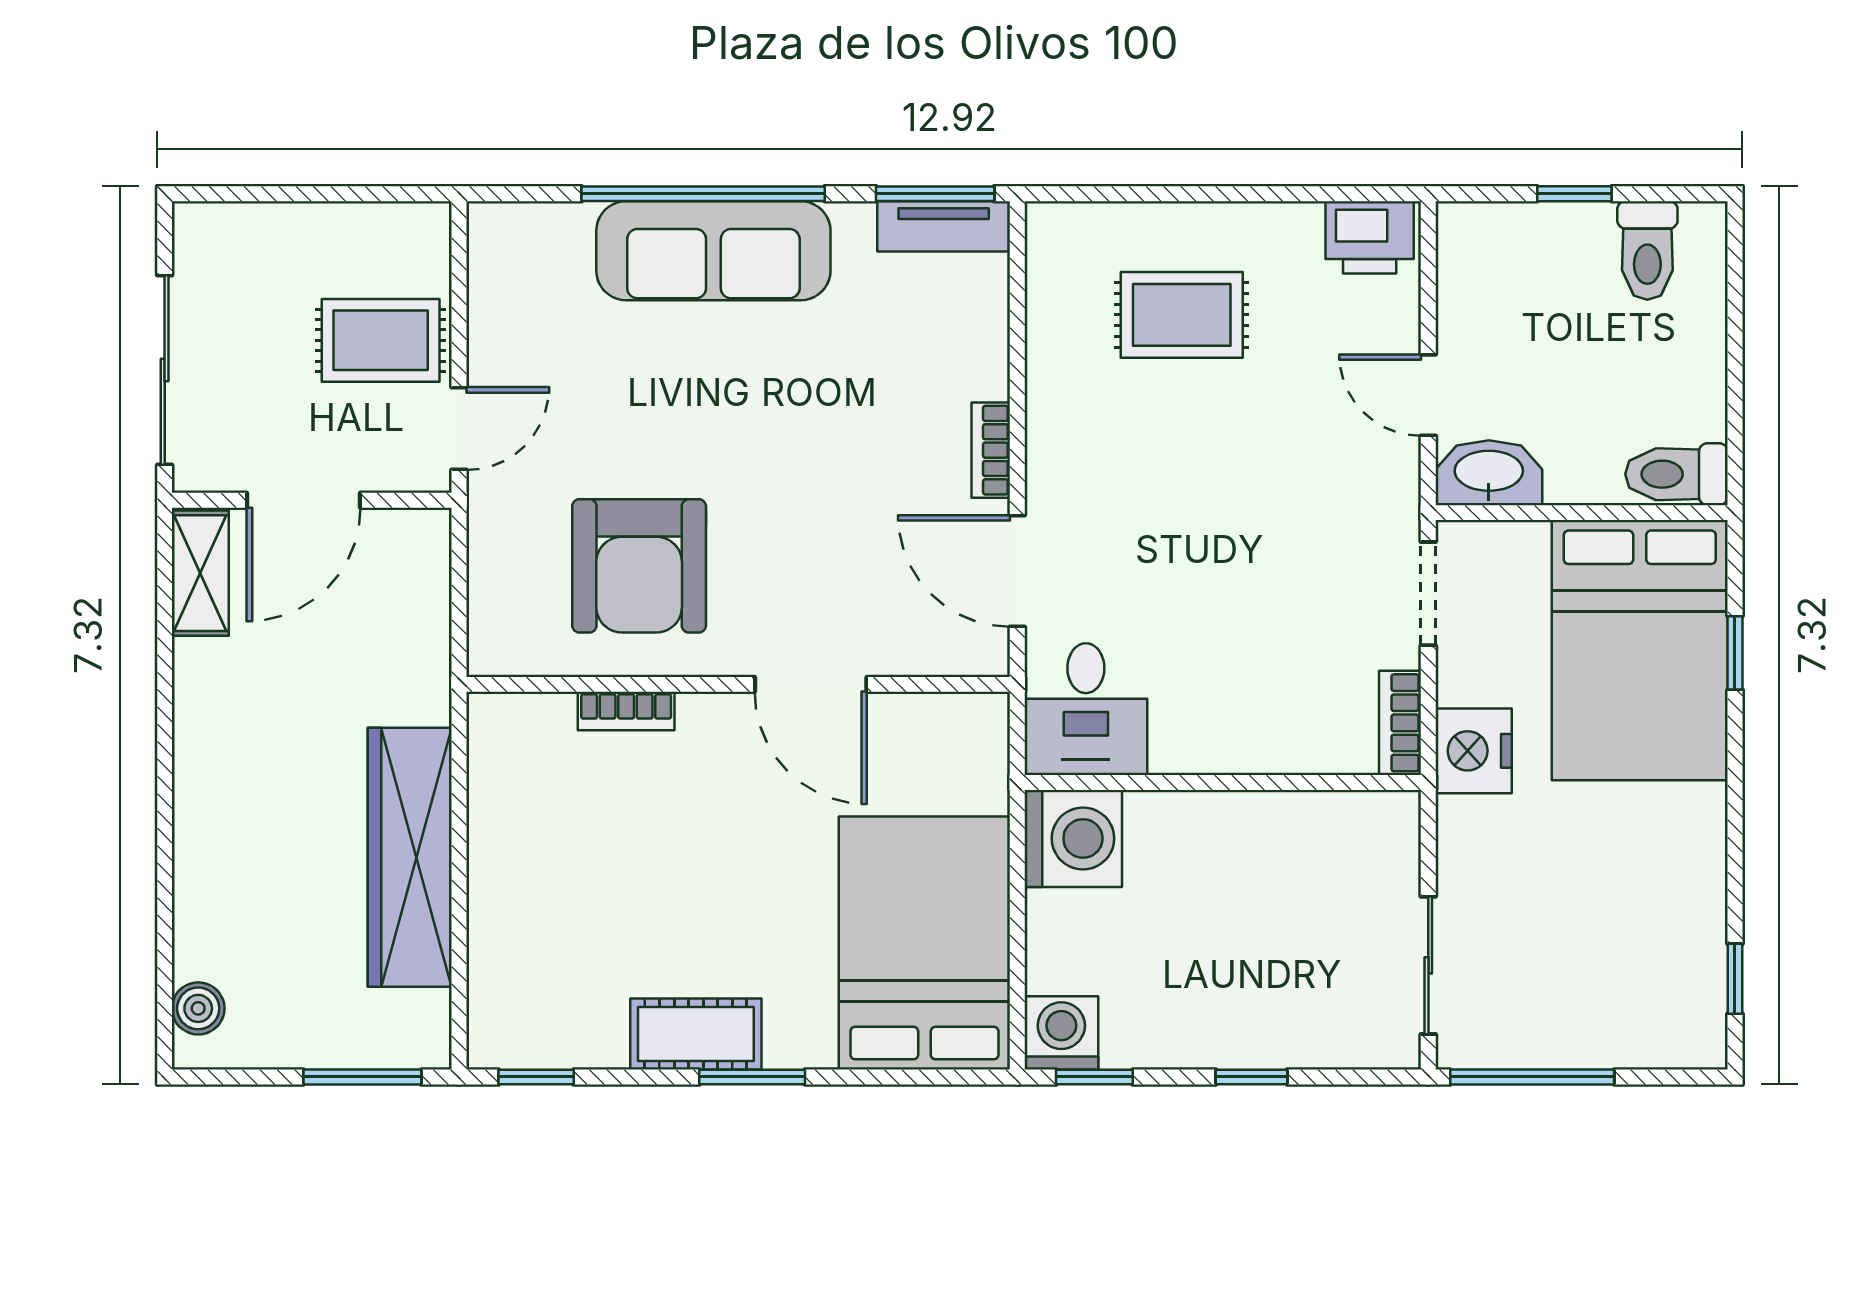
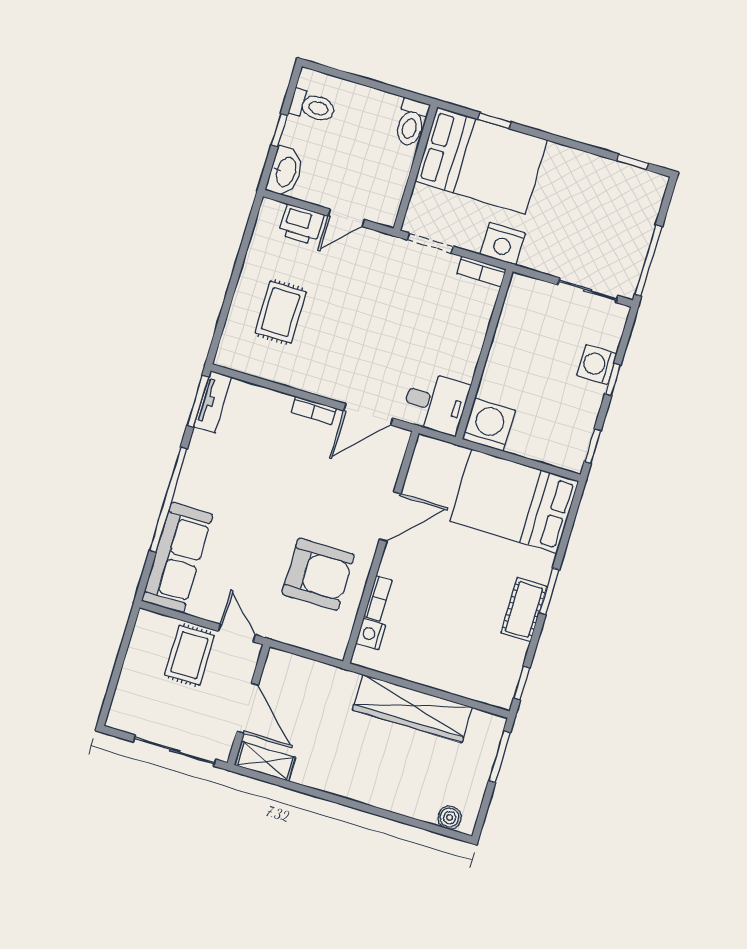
printer: (1370, 237) -> (301, 224), moved, turned 90
sofa: (713, 251) -> (177, 558), moved
washbasin: (1489, 473) -> (285, 172), moved, turned 180
nightstand: (544, 719) -> (371, 634), added
washing machine: (1061, 1033) -> (597, 364), moved

